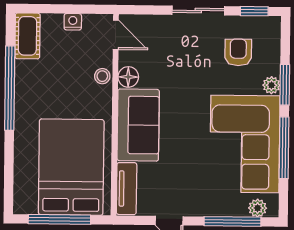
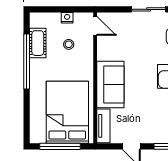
cot: (27, 36) -> (38, 43), moved
stool: (102, 76) -> (69, 44), moved
floor lamp: (128, 77) -> (104, 53), removed

